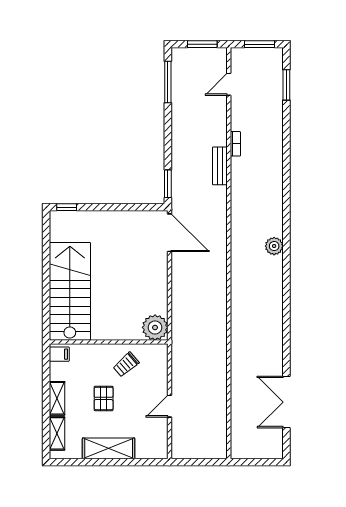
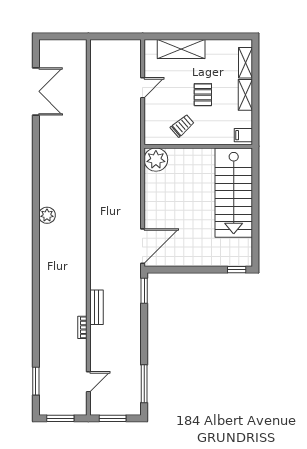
door: (170, 233) -> (143, 246), swing flipped
plant: (274, 246) -> (47, 215), moved
shelving: (109, 448) -> (181, 49), moved

